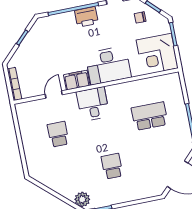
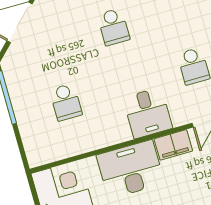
school desk: (150, 116) -> (66, 102), width x0.54

